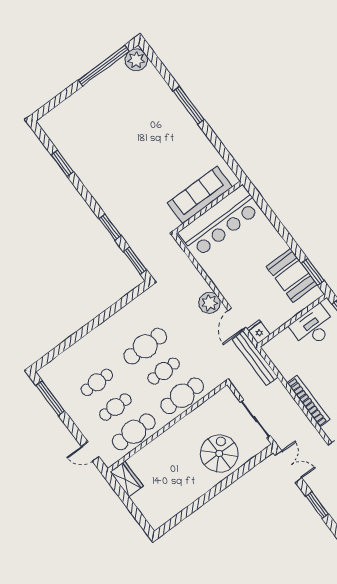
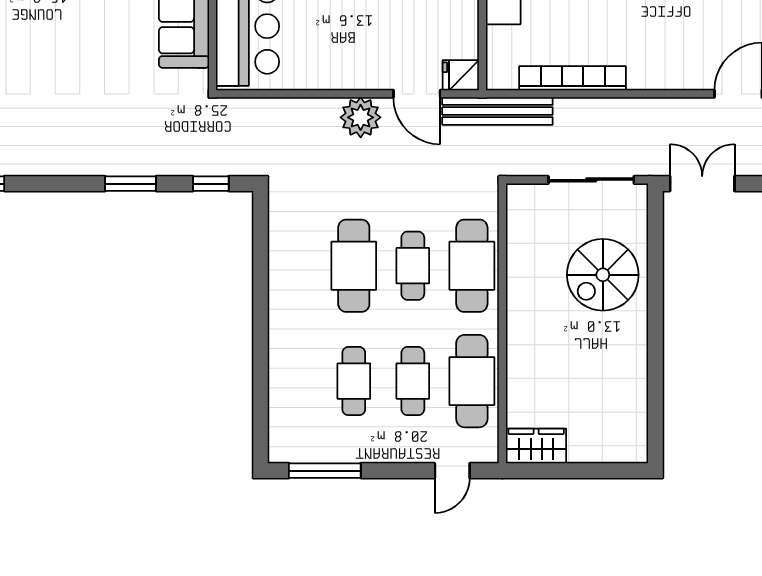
window: (135, 261) -> (211, 184), width x0.67
bookcase: (308, 401) -> (573, 78), moved
spiral stairs: (219, 453) -> (603, 275), turned -90

